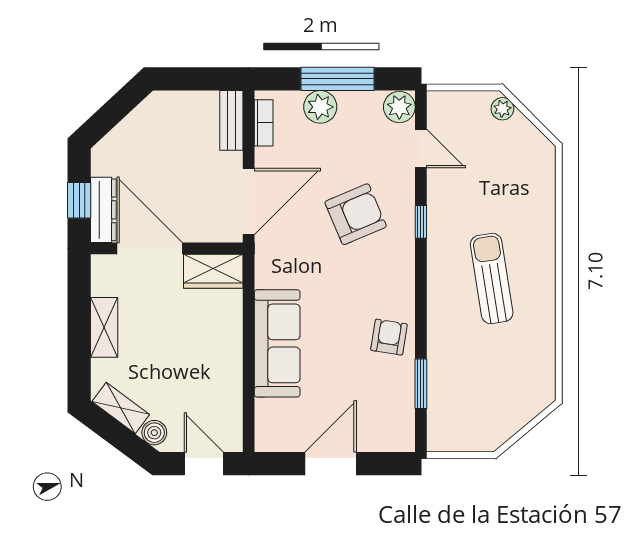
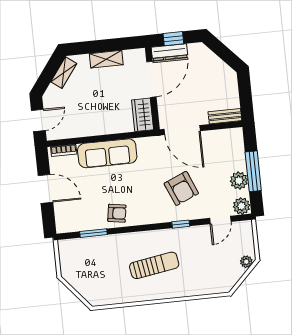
plant: (320, 107) -> (239, 181), moved
bookcase: (264, 123) -> (64, 150), moved
boiler: (154, 433) -> (52, 92), removed

